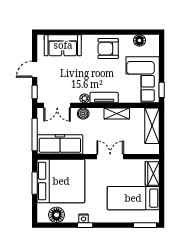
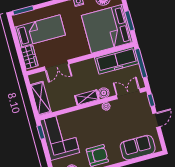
tv unit: (104, 98) -> (89, 112), removed
shelving: (117, 114) -> (87, 97), moved
double door: (110, 157) -> (57, 65), moved

